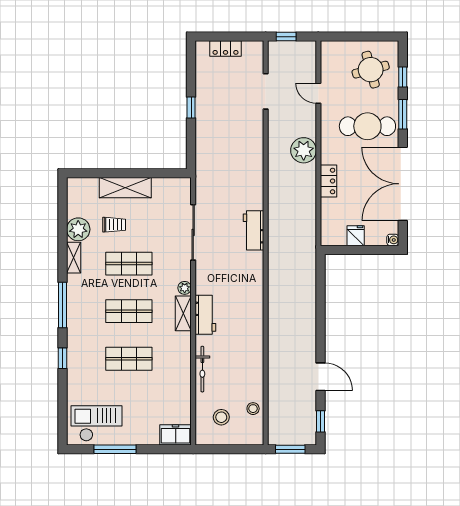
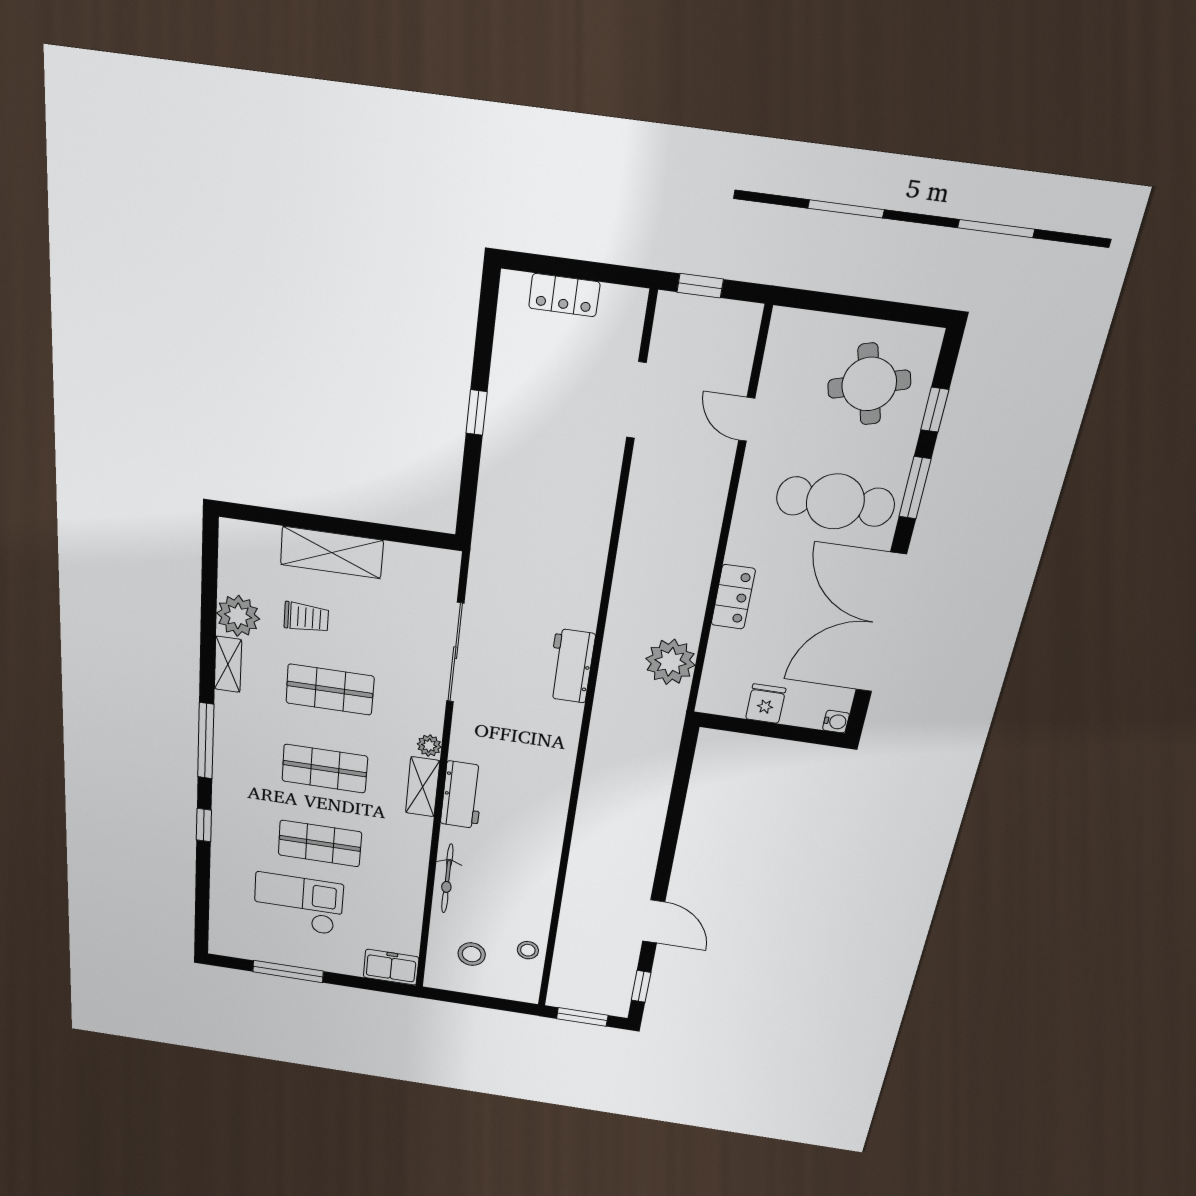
plant: (304, 150) -> (670, 662), moved
checkout: (96, 423) -> (298, 904), moved

